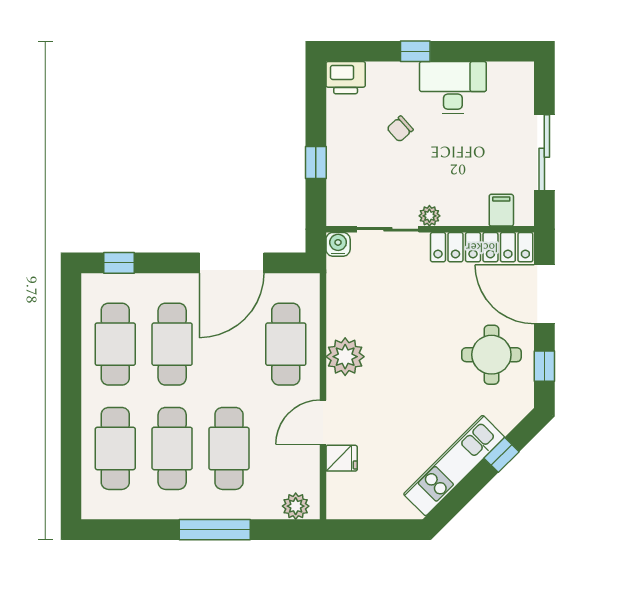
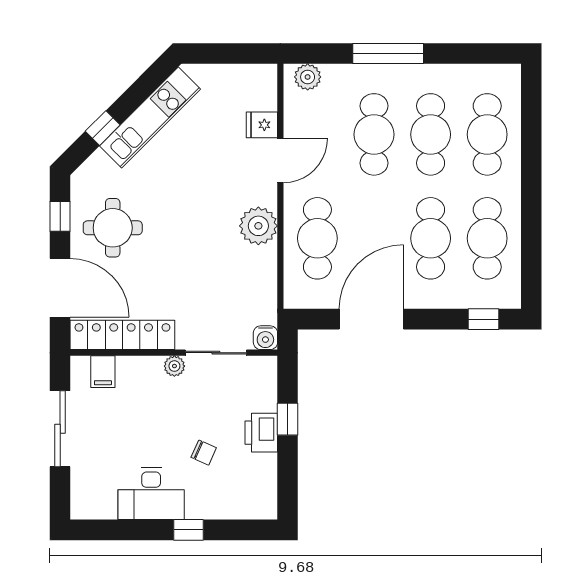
printer: (346, 78) -> (261, 433), moved, turned -90
chair: (400, 129) -> (204, 453), turned 66

